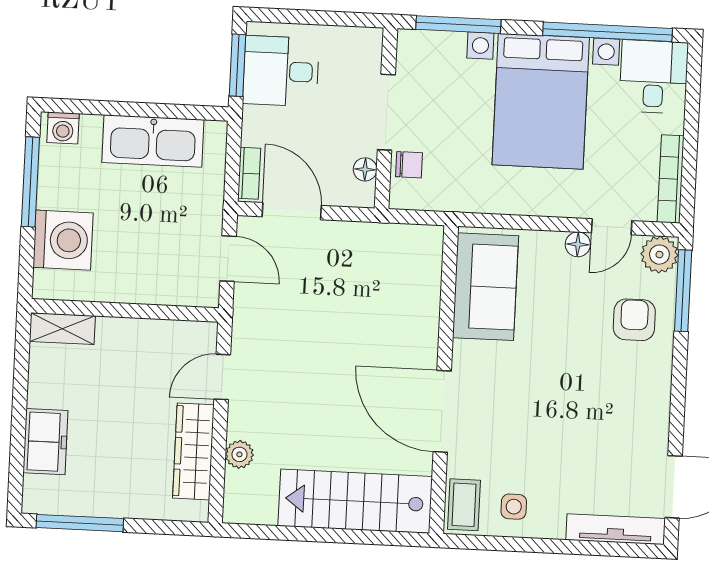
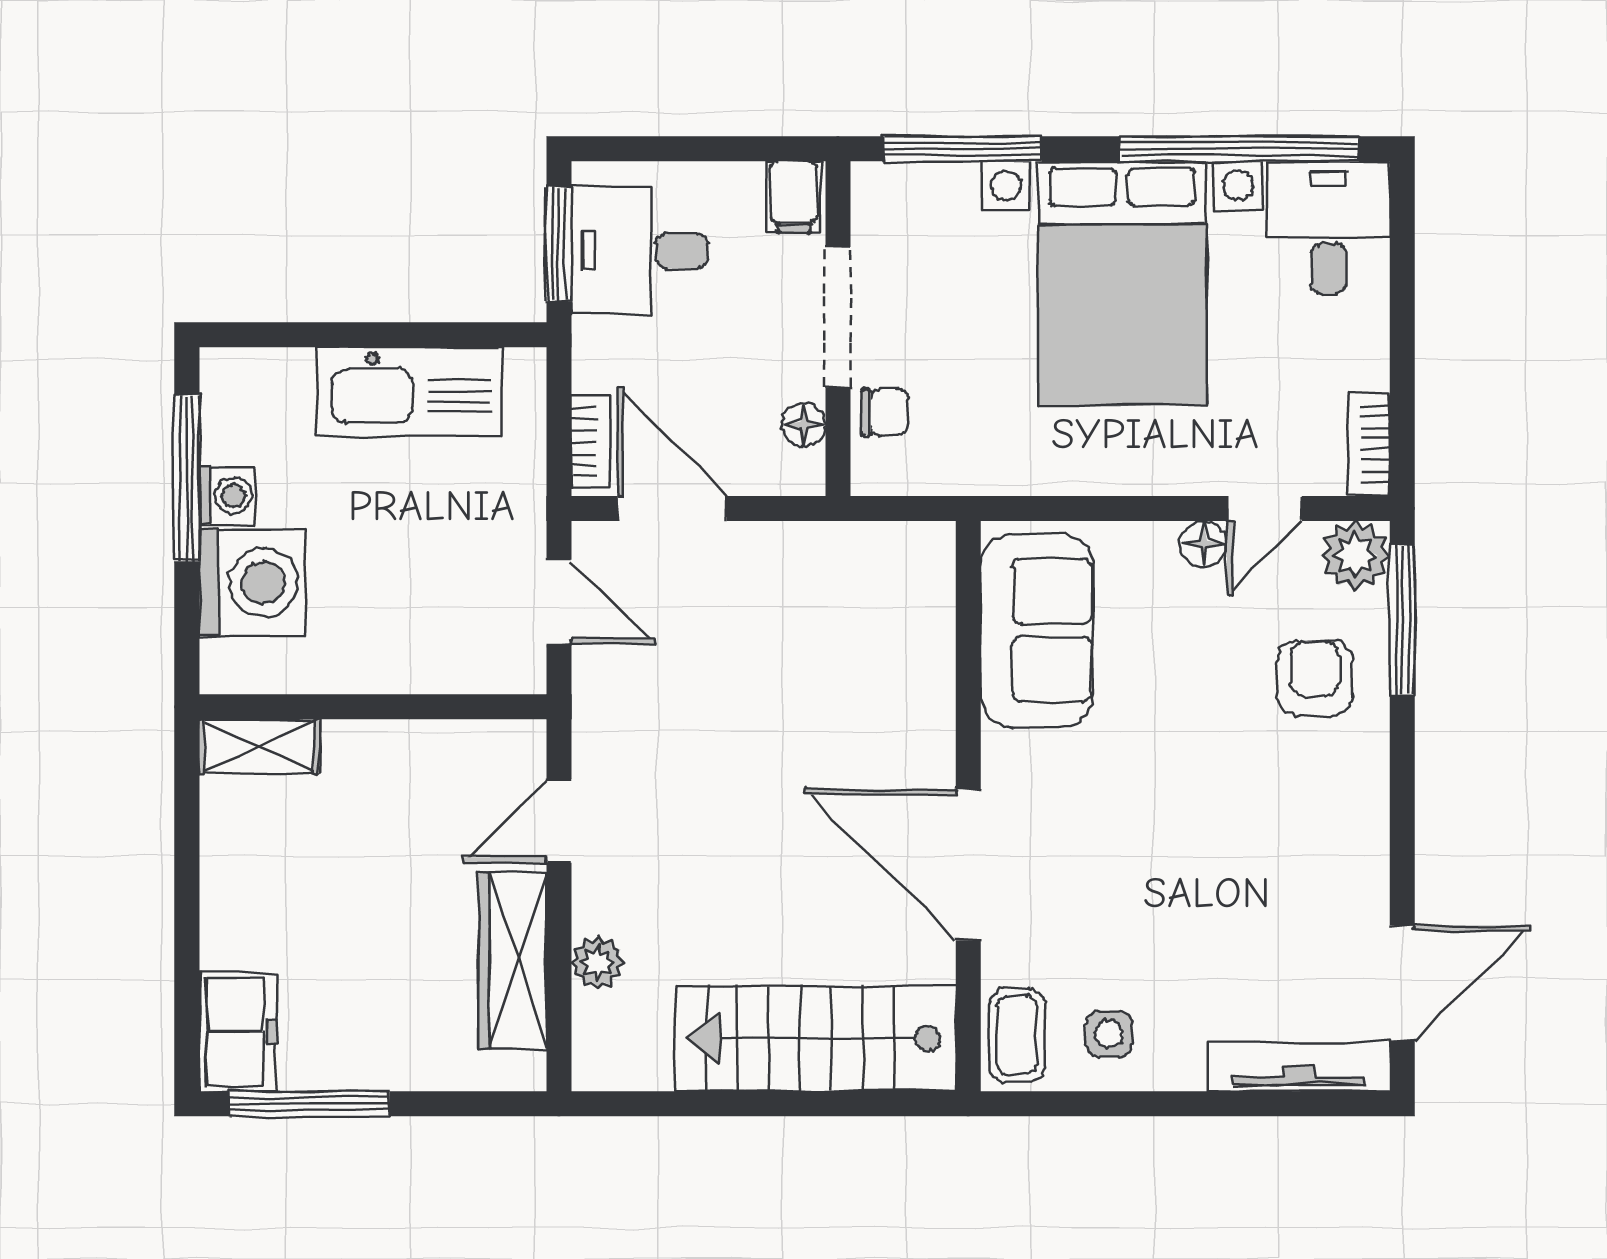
filing cabinet: (366, 46) -> (794, 197), added
washing machine: (63, 128) -> (228, 496), moved, turned -90
bookcase: (671, 179) -> (1369, 444), width x0.64
freezer: (45, 442) -> (238, 1032), moved

